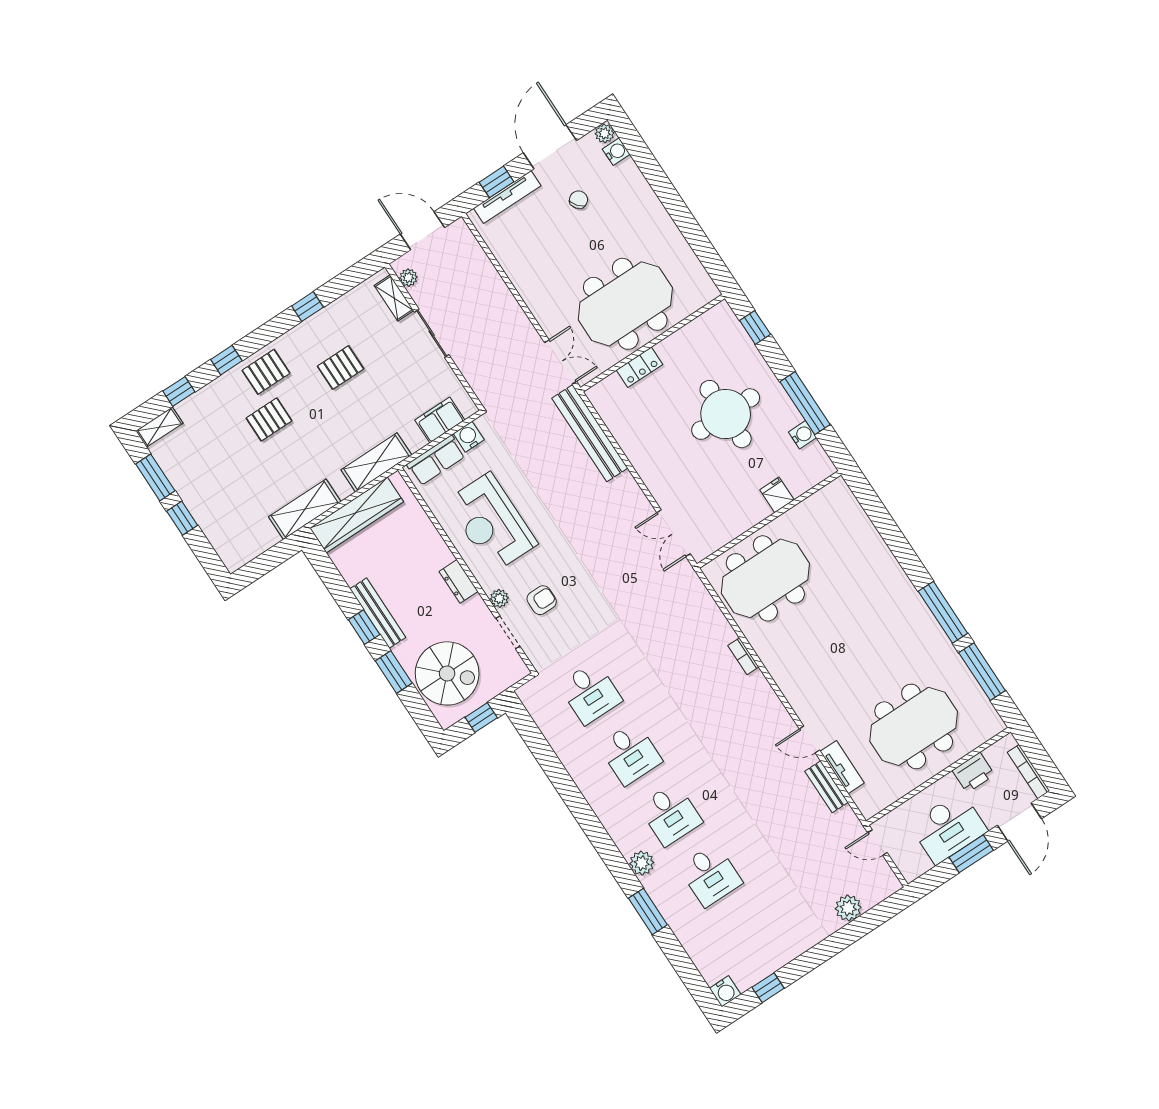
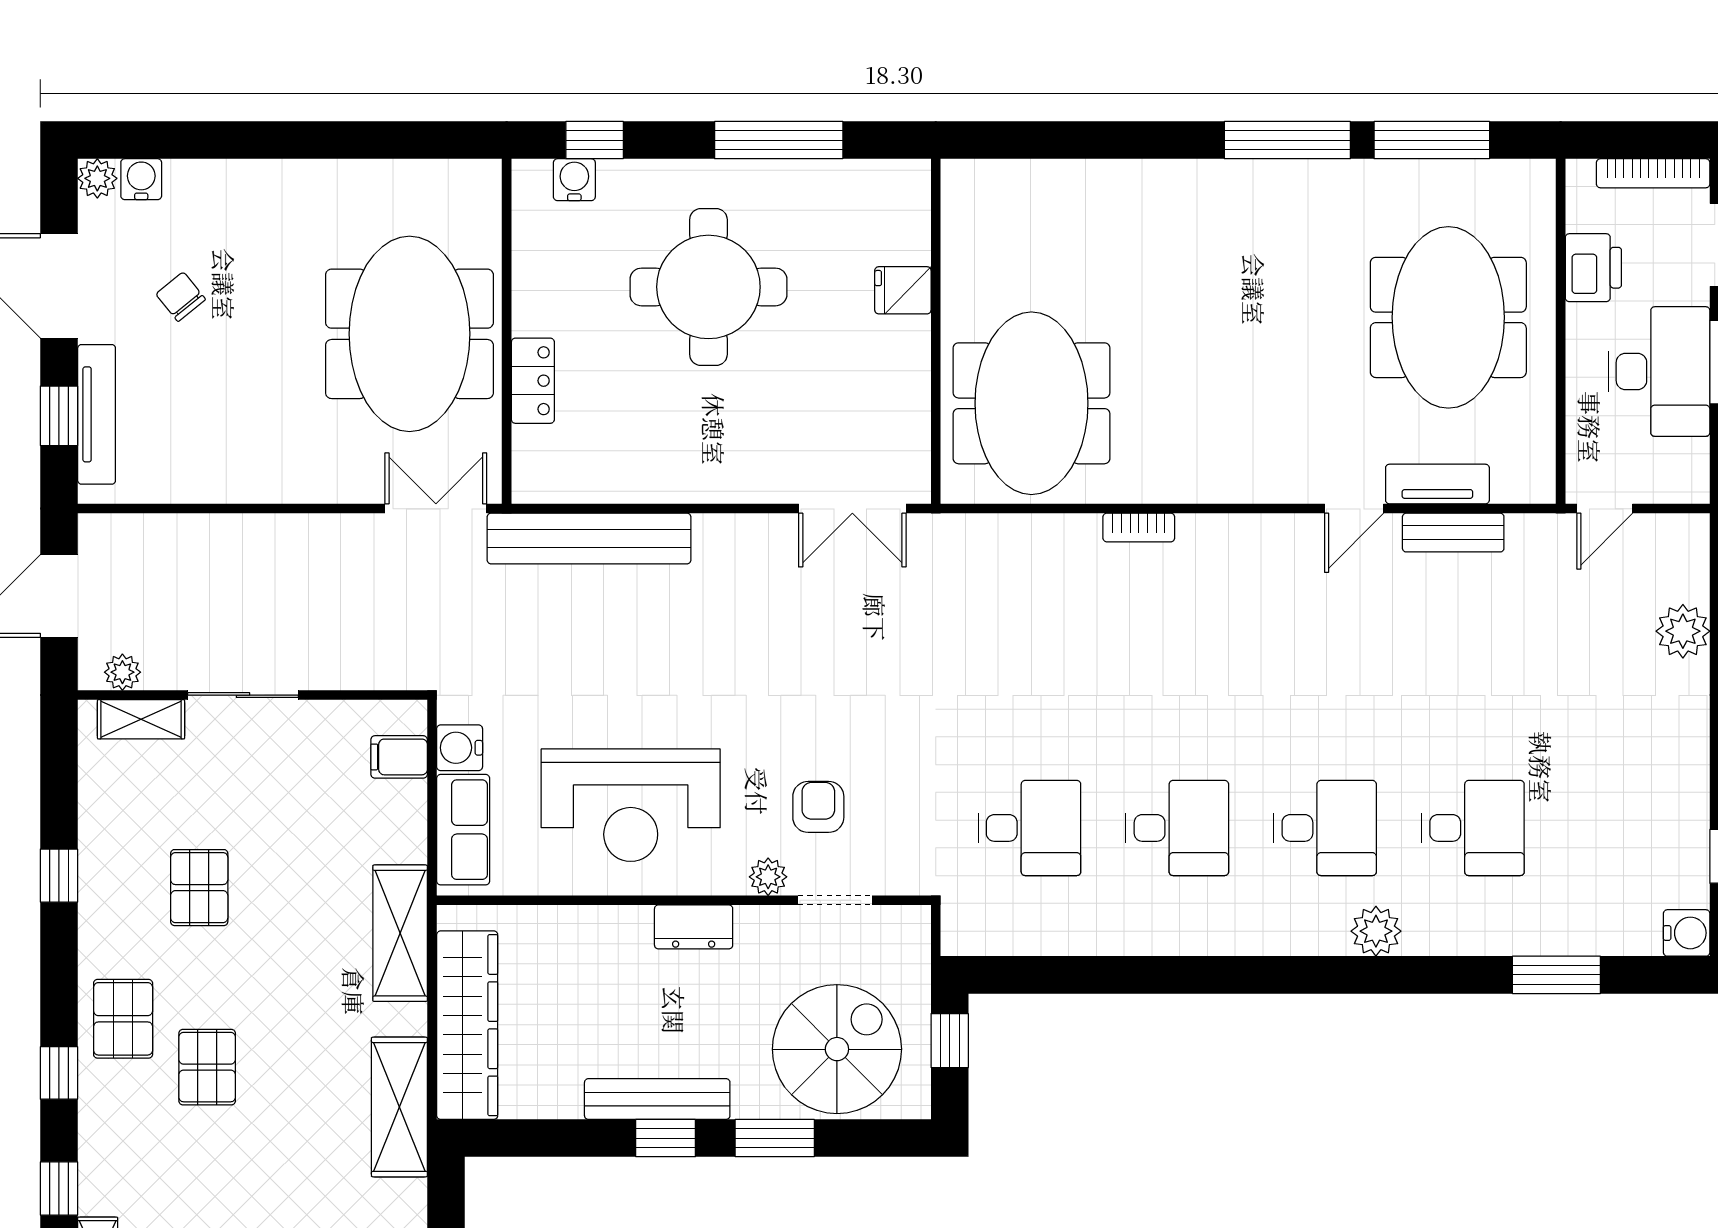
filing cabinet: (440, 420) -> (399, 757), width x0.50
water cooler: (803, 435) -> (574, 180), moved
window: (648, 912) -> (1556, 975), moved

